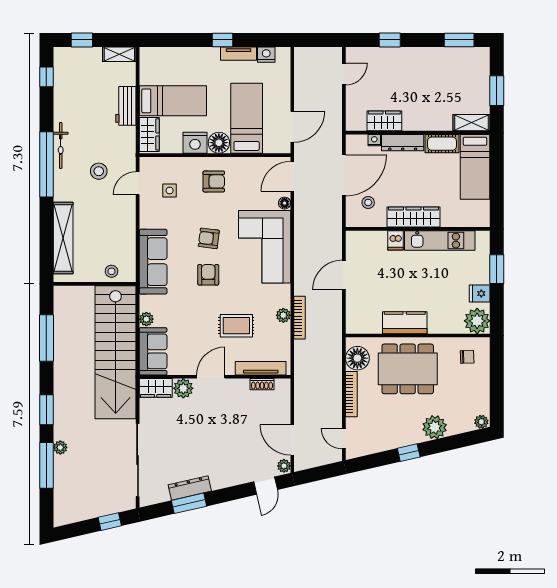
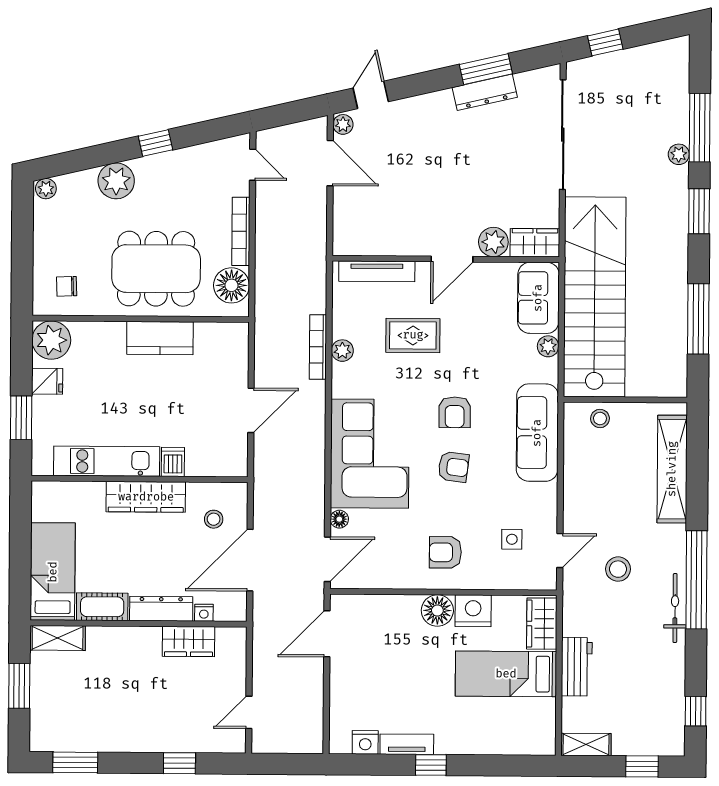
bed: (247, 118) -> (395, 647), removed
shoe rack: (262, 384) -> (375, 247), removed

